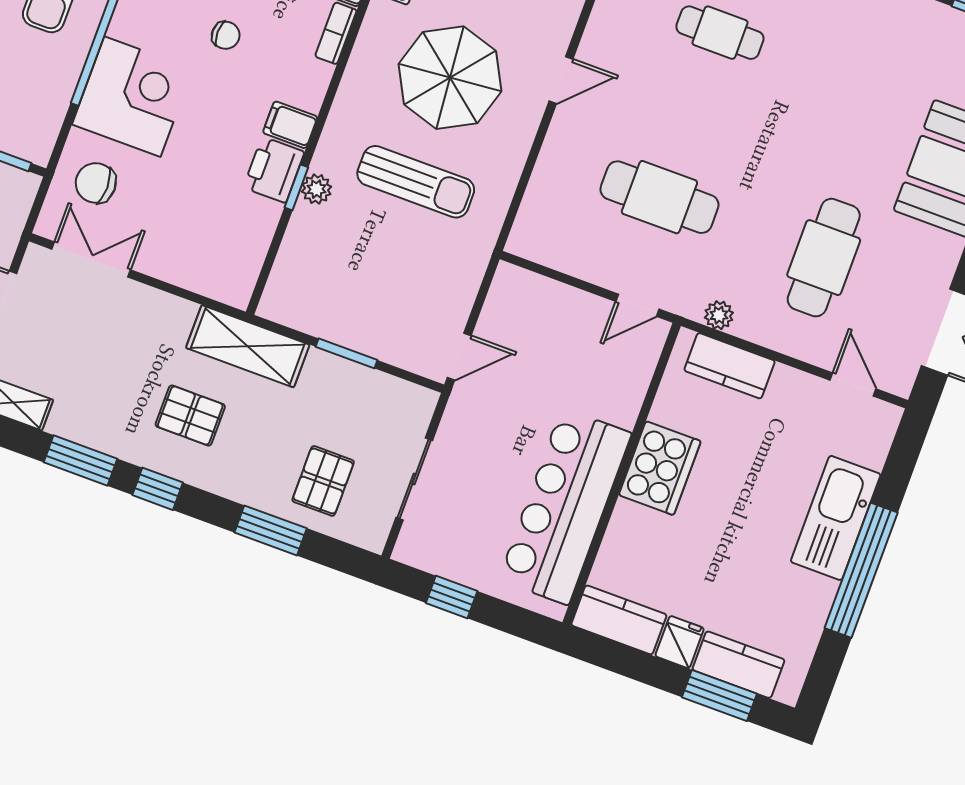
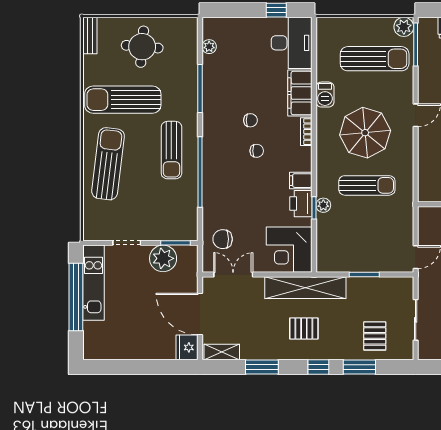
corner desk: (132, 97) -> (289, 250), moved, turned 180
shelving: (248, 346) -> (305, 288), width x1.47
window: (158, 489) -> (318, 367), moved

